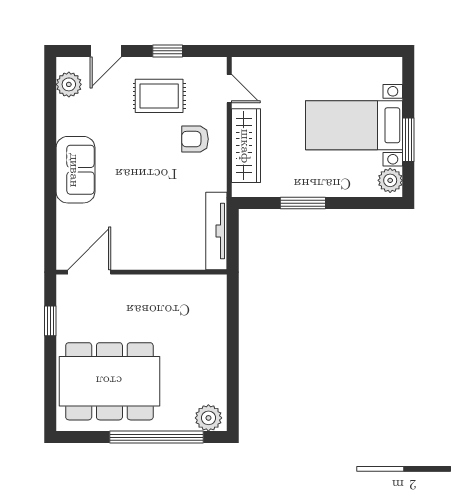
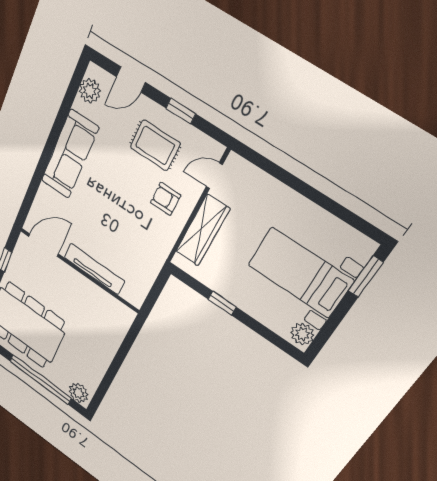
door: (229, 89) -> (214, 176), swing flipped
window: (408, 140) -> (366, 277), moved
sofa: (75, 170) -> (70, 154), width x1.36
window: (303, 203) -> (222, 303), width x0.67
tv unit: (216, 231) -> (94, 269), moved, turned 90

